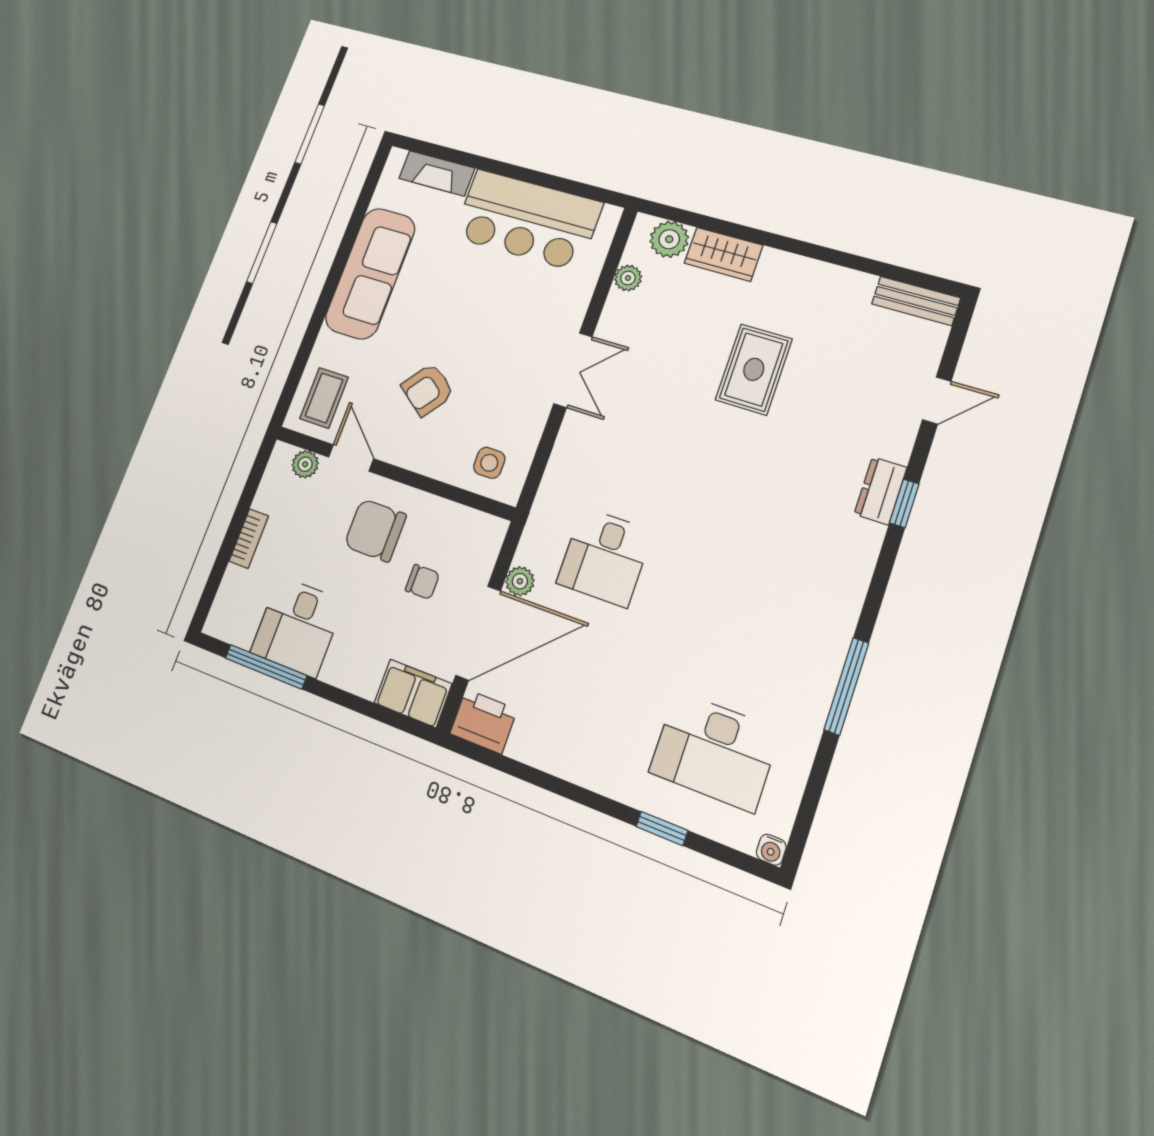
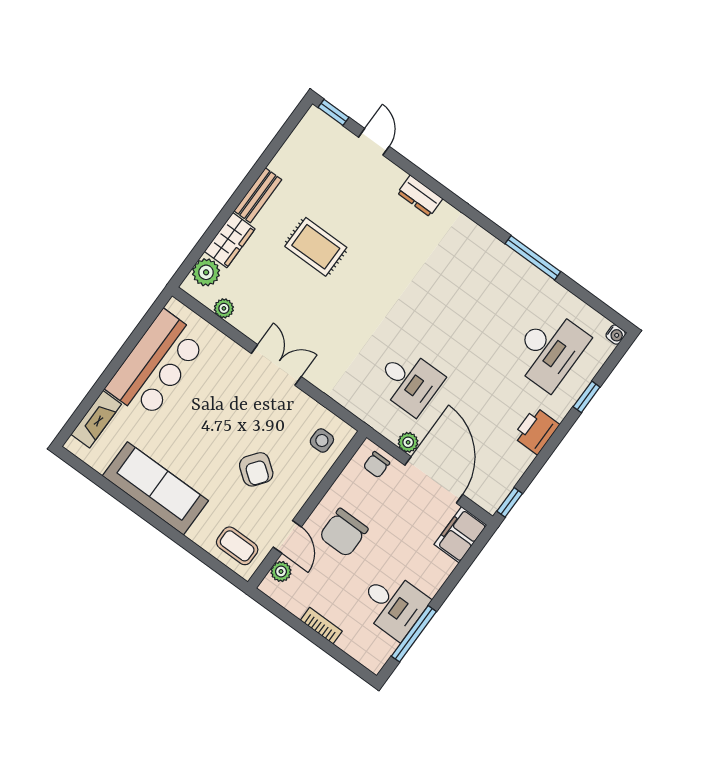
bench: (916, 301) -> (258, 195), moved
door: (351, 458) -> (287, 537), swing flipped
window: (904, 503) -> (333, 112), moved
chair: (422, 582) -> (376, 465), moved, turned 180
printer: (484, 721) -> (536, 431), moved
window: (476, 753) -> (510, 502), added

